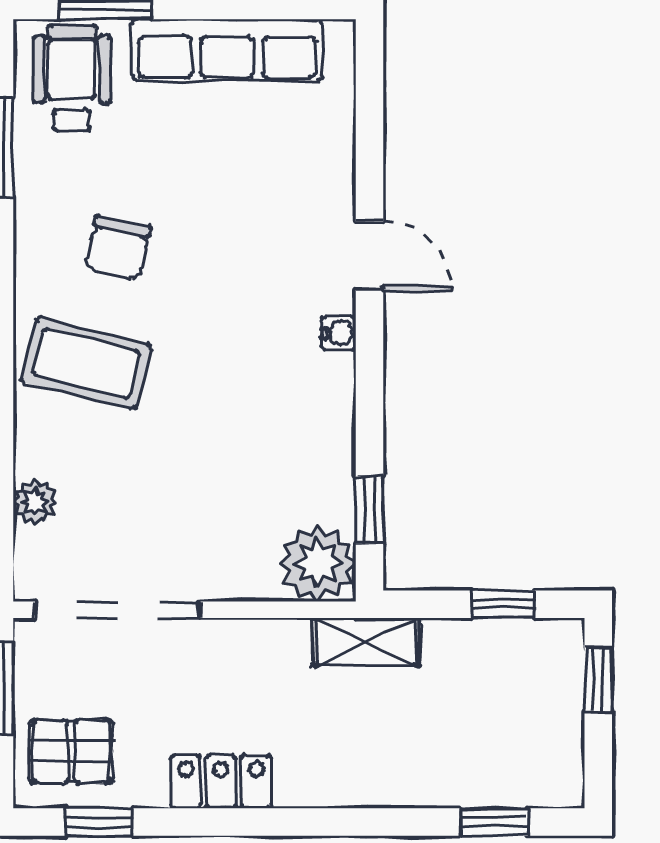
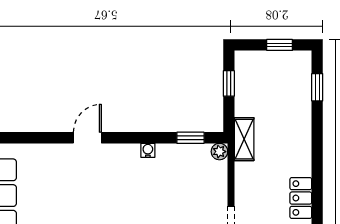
water cooler: (339, 333) -> (148, 150), moved
plant: (318, 563) -> (219, 152), width x0.53, depth x0.53
window: (598, 679) -> (280, 45), moved

